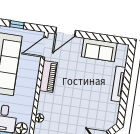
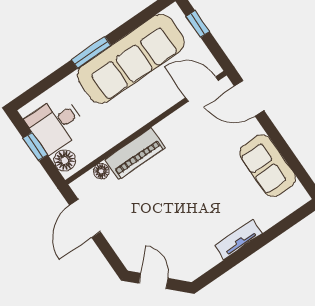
piano: (48, 77) -> (135, 154), moved
tv unit: (118, 84) -> (238, 239), width x0.71

